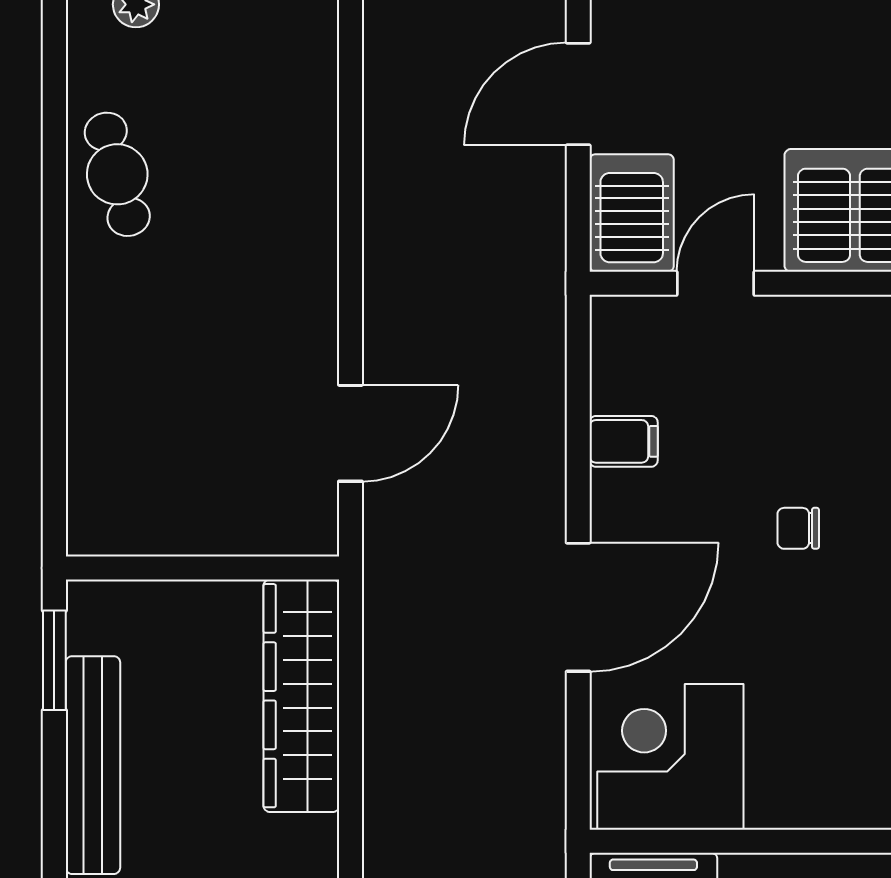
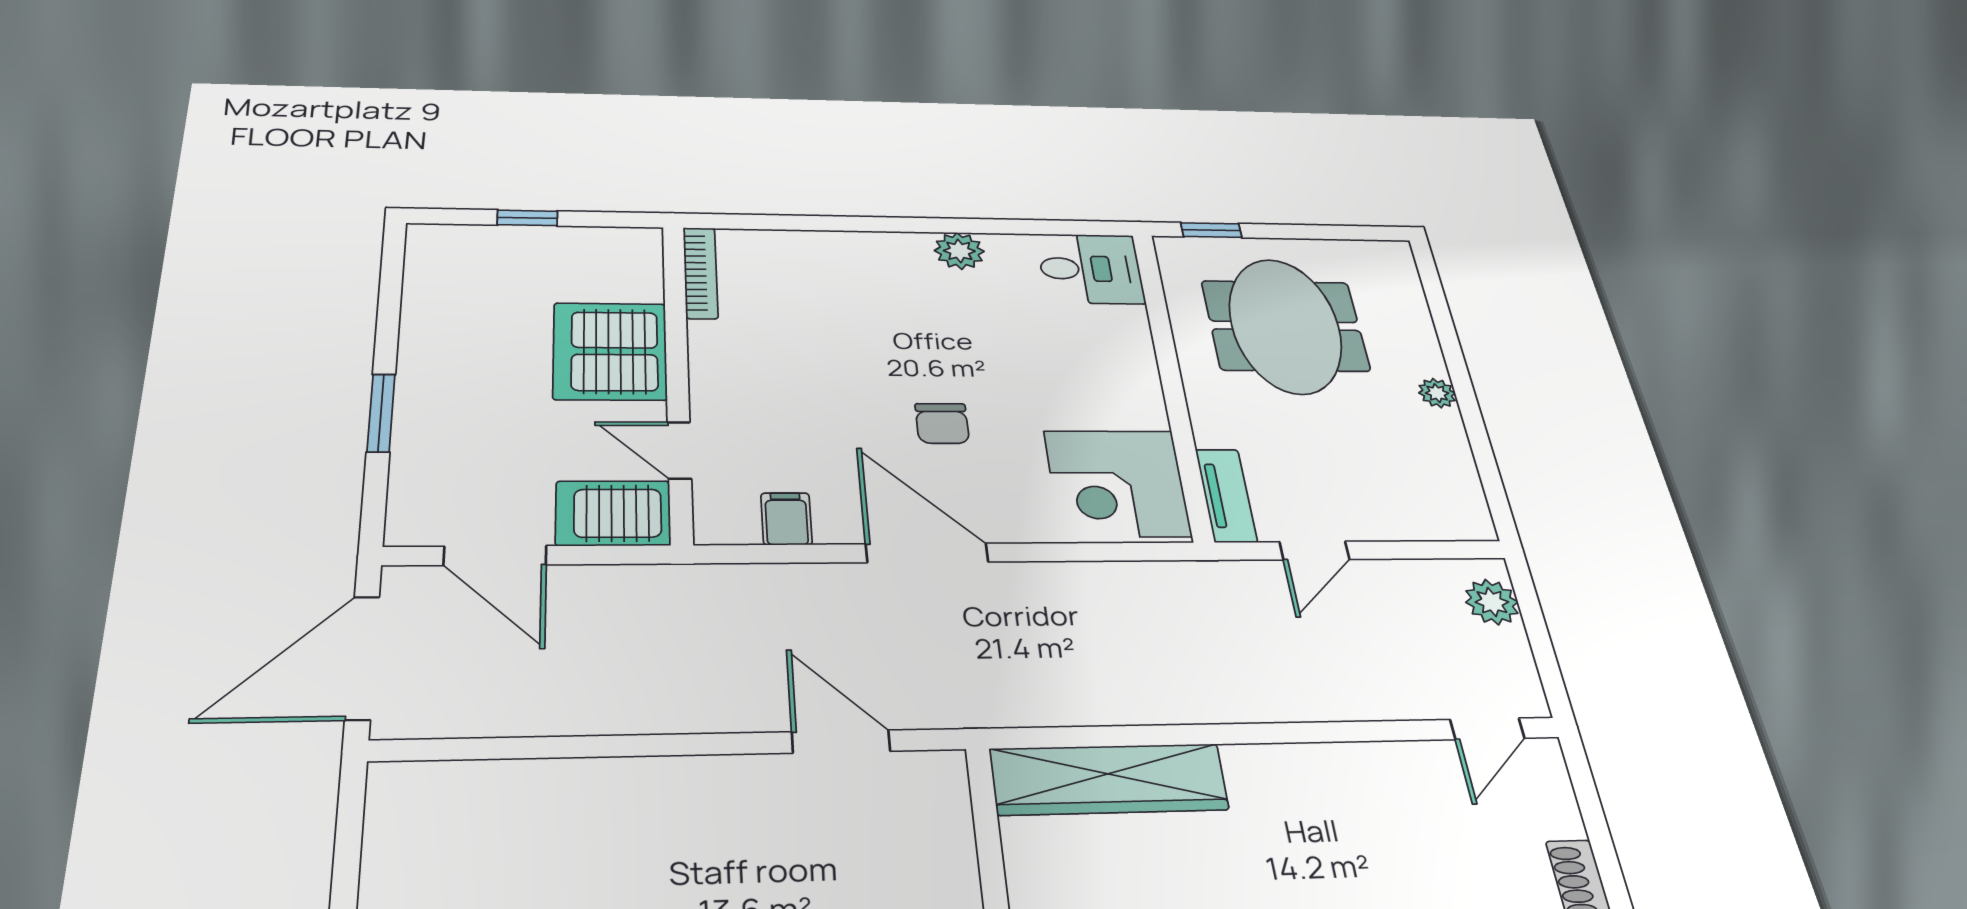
filing cabinet: (624, 441) -> (786, 519), moved
chair: (798, 528) -> (942, 423), moved, width x1.37, depth x1.37
door: (578, 607) -> (927, 553), moved

